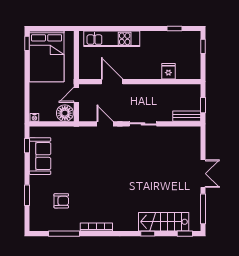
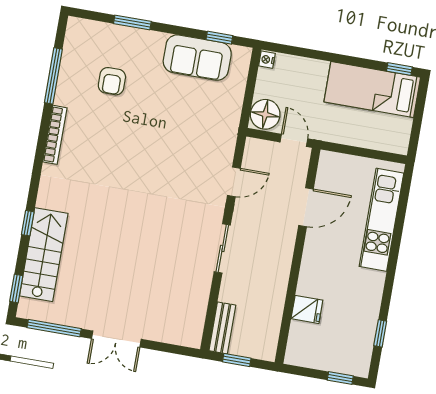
bed: (47, 56) -> (372, 90), width x0.67

